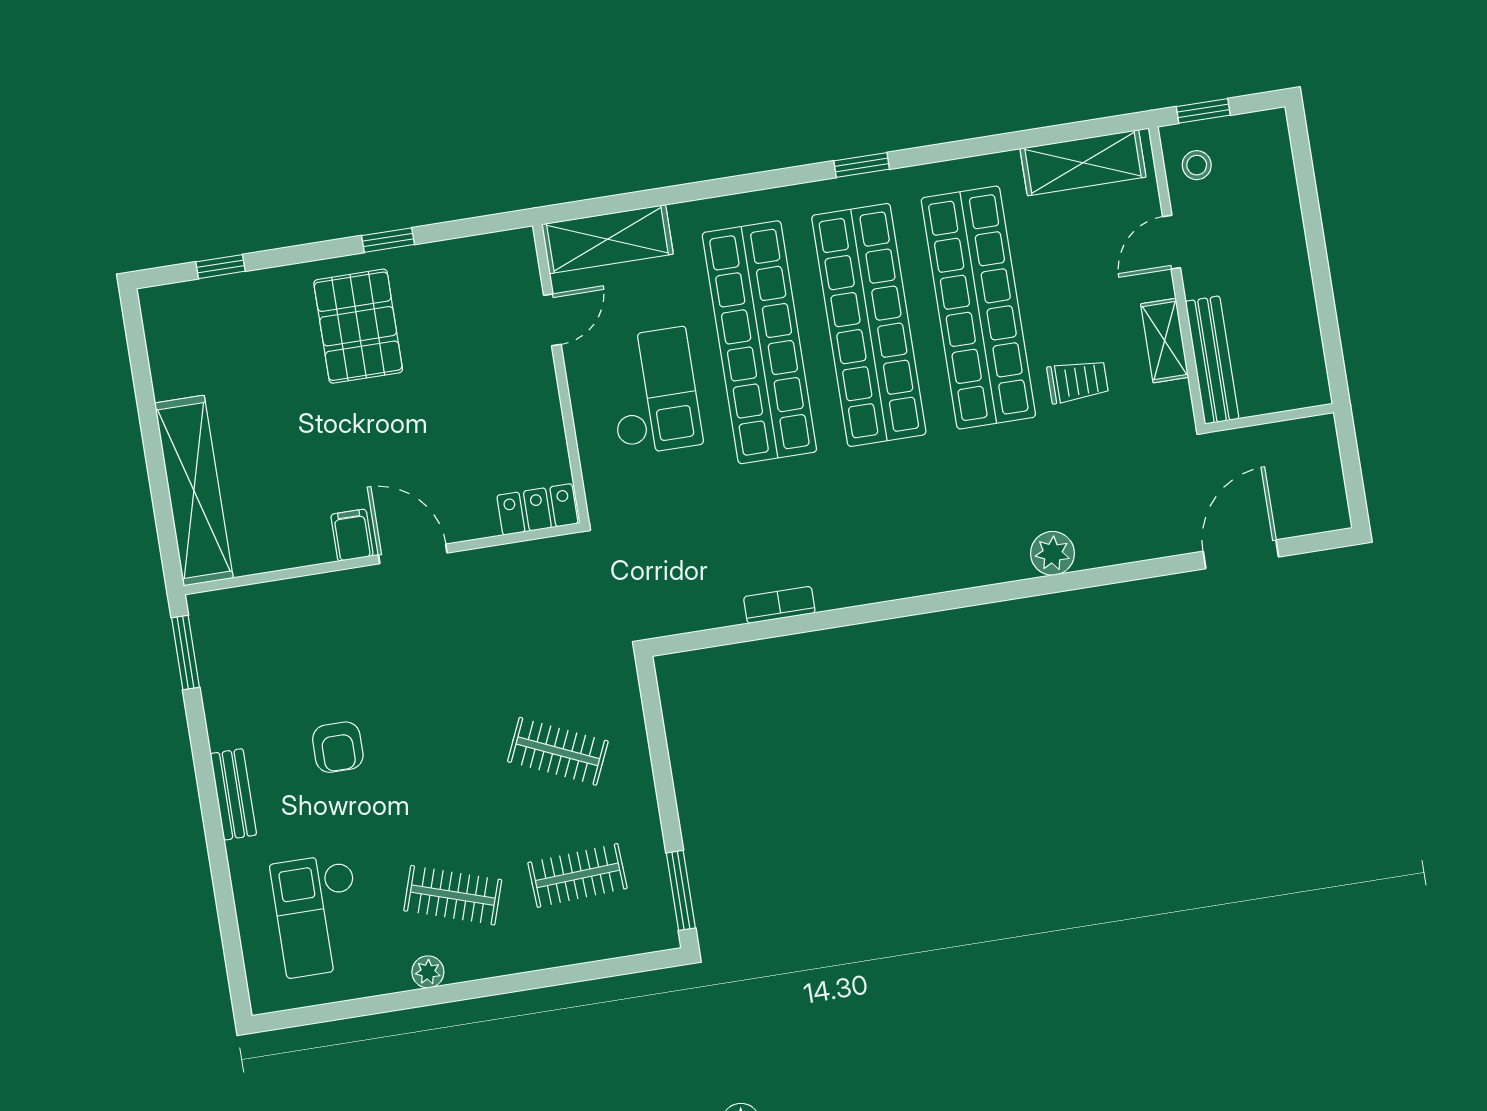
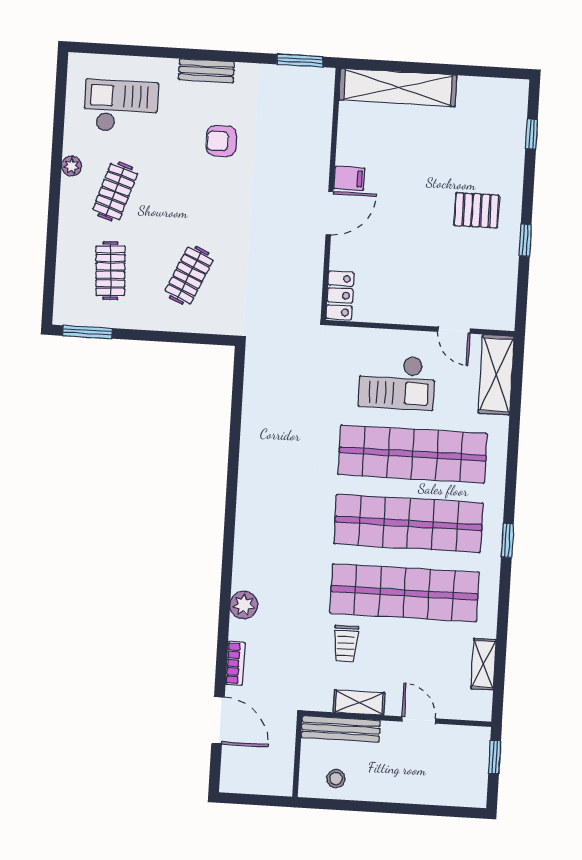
shelving: (1083, 163) -> (484, 664), width x0.67, depth x0.75
stool: (1197, 165) -> (336, 779), moved
pallet: (358, 326) -> (477, 210), width x0.67, depth x0.71
bookcase: (779, 605) -> (235, 663), moved

